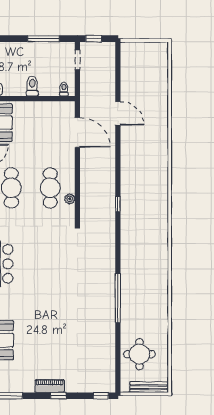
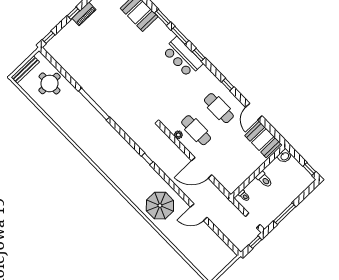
door: (77, 132) -> (202, 168), moved
parasol: (146, 152) -> (160, 206), added

